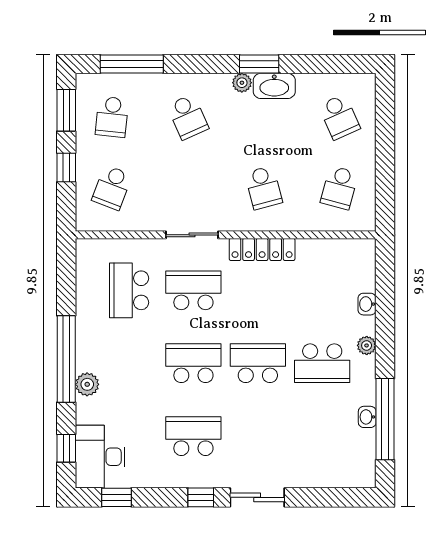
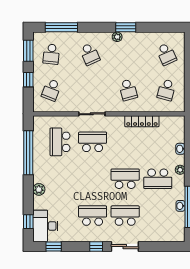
washbasin: (274, 86) -> (133, 38), removed
locker: (262, 249) -> (142, 121), moved
window: (66, 359) -> (28, 153), moved
school desk: (193, 363) -> (125, 216), moved

